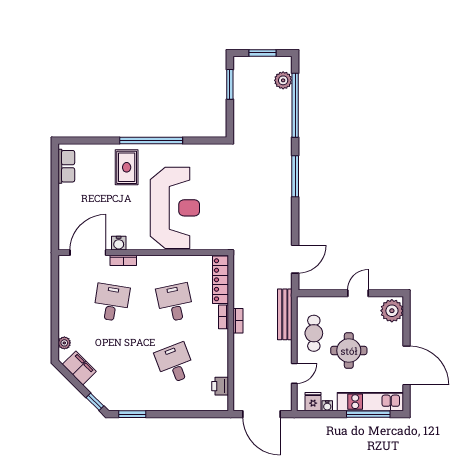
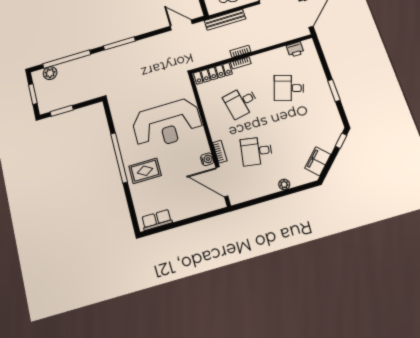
reception desk: (175, 208) -> (167, 124), turned 180
plant: (64, 343) -> (284, 184), moved
desk: (175, 363) -> (289, 88), turned 39
window: (132, 414) -> (334, 90), moved

